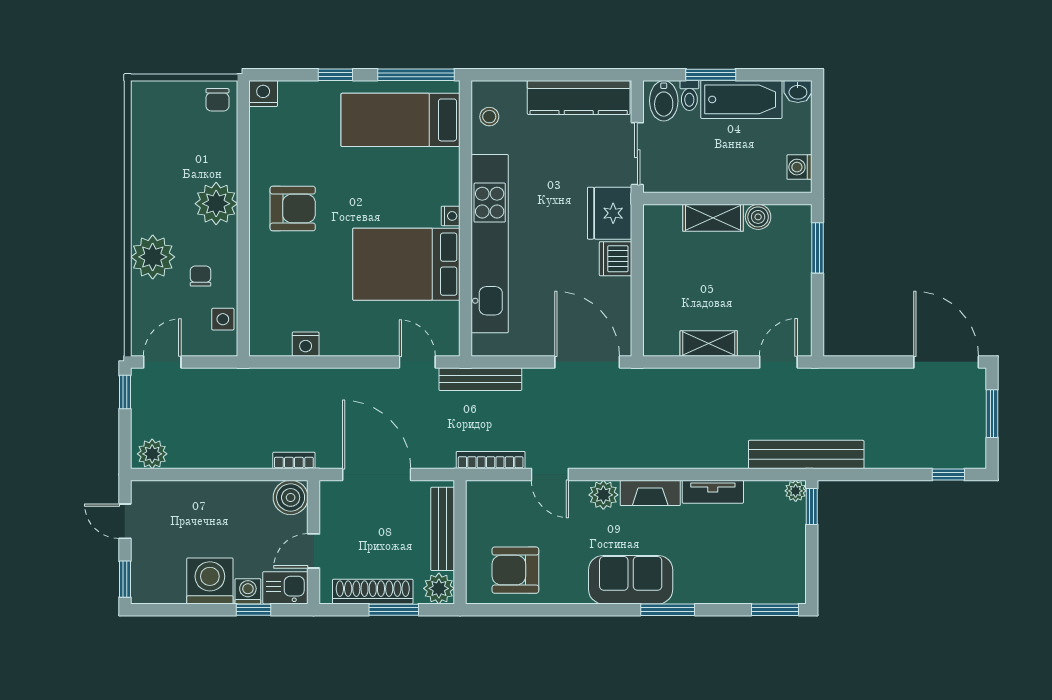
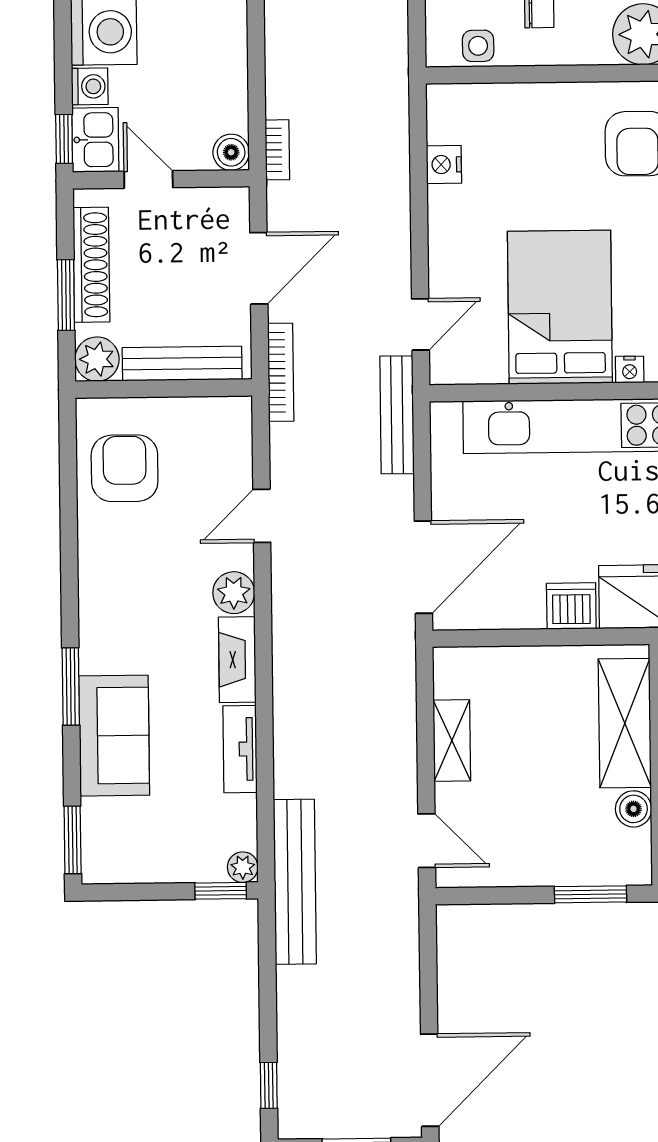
shelving: (713, 218) -> (625, 723), width x1.50, depth x1.33
bookcase: (491, 460) -> (281, 372), moved
door: (377, 475) -> (259, 268), width x0.73
boiler: (291, 497) -> (231, 152), width x0.73, depth x0.73
sofa: (631, 580) -> (114, 736), moved
window: (253, 610) -> (64, 139), moved

